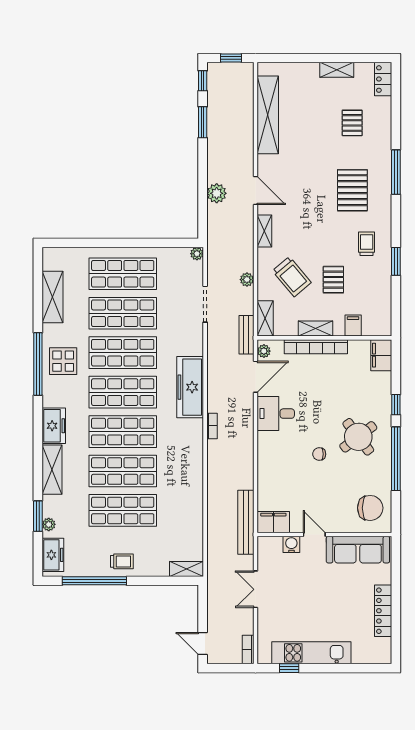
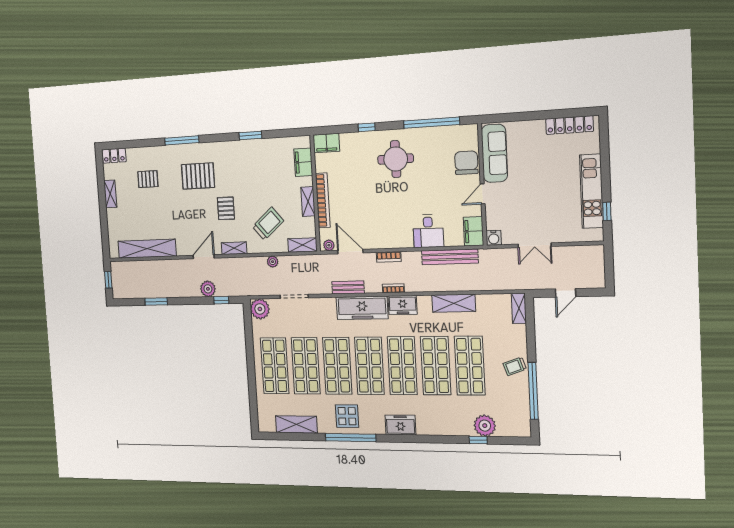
window: (203, 81) -> (221, 300), moved
trolley: (367, 244) -> (238, 162), removed
plant: (197, 254) -> (260, 309), width x1.88, depth x1.88
pallet: (333, 280) -> (226, 208), moved, turned 90
filing cabinet: (353, 326) -> (303, 162), width x2.00
bench: (246, 335) -> (348, 287), moved
desk: (276, 414) -> (428, 231), moved
round table: (358, 437) -> (396, 159), turned 37
chair: (319, 454) -> (412, 193), removed
window: (396, 459) -> (432, 123), moved
shelving: (52, 470) -> (454, 303), moved
chair: (370, 508) -> (466, 163), moved
window: (38, 516) -> (478, 440), width x0.67
bench: (246, 522) -> (450, 257), moved
plant: (49, 524) -> (485, 426), width x1.87, depth x1.87
water cooler: (291, 544) -> (494, 238), moved, turned -90
freezer: (53, 555) -> (403, 305), moved, turned 180
trolley: (122, 561) -> (515, 366), turned -109
locker: (383, 611) -> (570, 125), moved
door: (203, 644) -> (566, 293), moved
bookcase: (248, 650) -> (389, 257), moved

